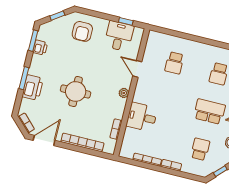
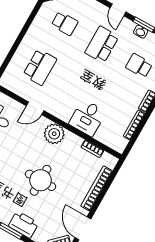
school desk: (174, 63) -> (40, 67), width x1.85
plant: (124, 93) -> (54, 134), width x1.87, depth x1.87

